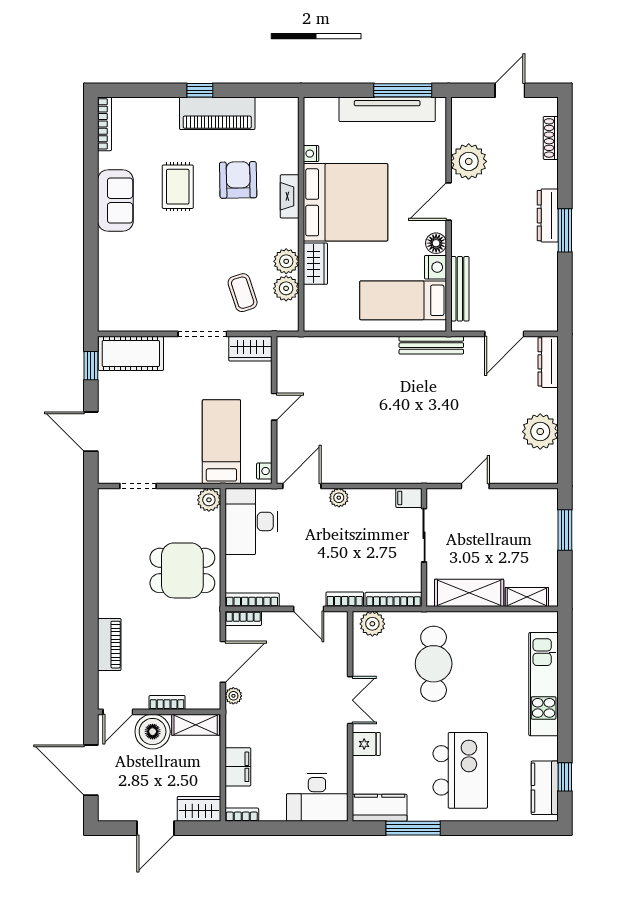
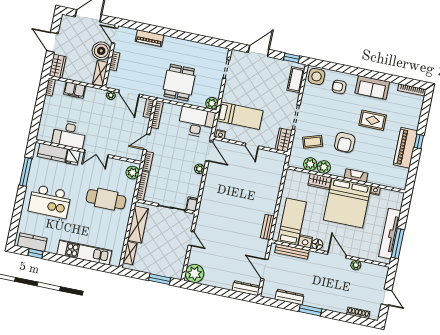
plant: (469, 161) -> (356, 265), width x0.53, depth x0.53
armchair: (238, 180) -> (345, 142), moved, turned 92
dresser: (548, 216) -> (289, 297), moved
armchair: (127, 264) -> (339, 87), added
side table: (116, 311) -> (316, 76), added
bench: (431, 345) -> (267, 227), width x0.73
cot: (131, 353) -> (296, 80), width x0.73, depth x0.75
plant: (540, 432) -> (194, 273), moved
desk: (317, 797) -> (69, 134), moved, turned -90
kitchen counter: (380, 808) -> (52, 153), moved, turned 90

